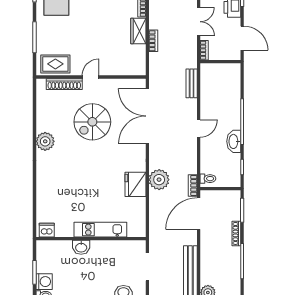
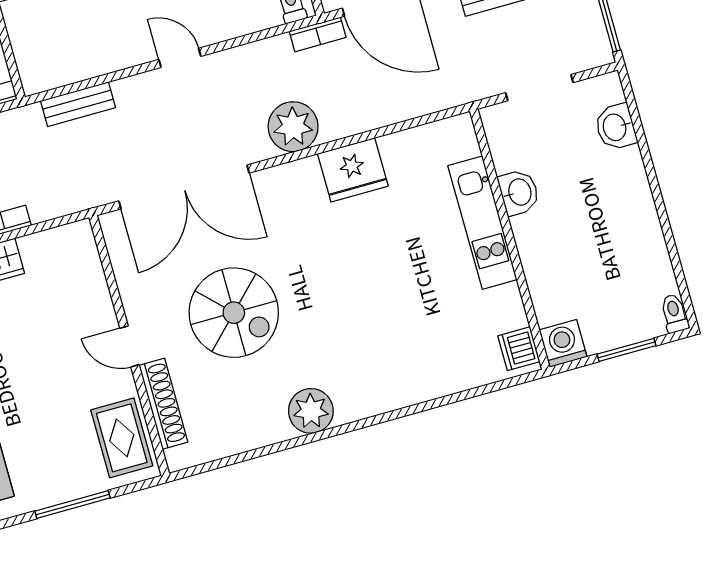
plant: (159, 180) -> (293, 127), moved
washbasin: (81, 247) -> (519, 192), moved
washing machine: (44, 282) -> (563, 343), moved

